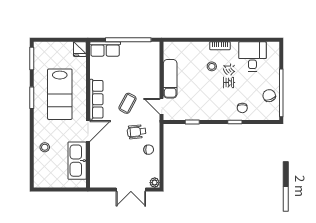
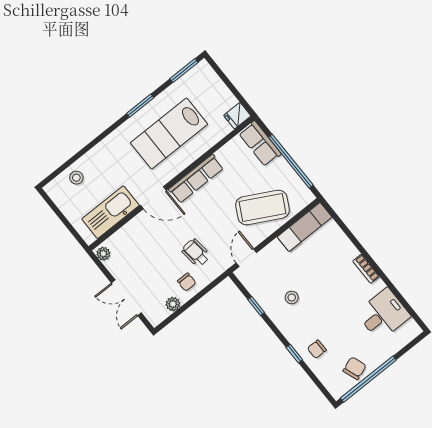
stool: (212, 66) -> (292, 298), moved
exam couch: (170, 79) -> (305, 227), moved
coffee table: (128, 103) -> (263, 207), moved, width x1.86, depth x1.72
stool: (45, 147) -> (76, 178), moved
plant: (97, 183) -> (103, 254), added
plant: (155, 183) -> (173, 304), moved

